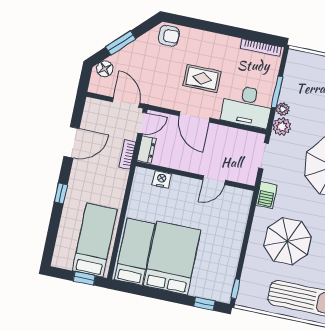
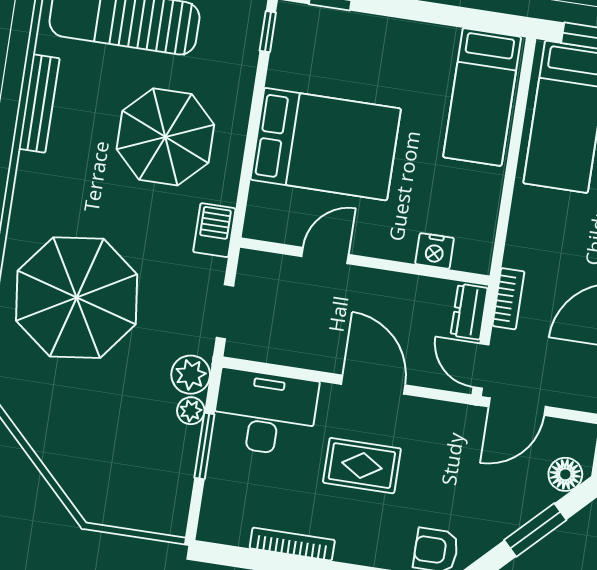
bookcase: (261, 48) -> (292, 544), moved
door: (126, 102) -> (517, 407), hinge flipped
door: (142, 123) -> (481, 366), hinge flipped
bed: (172, 258) -> (326, 144), moved, turned -90

